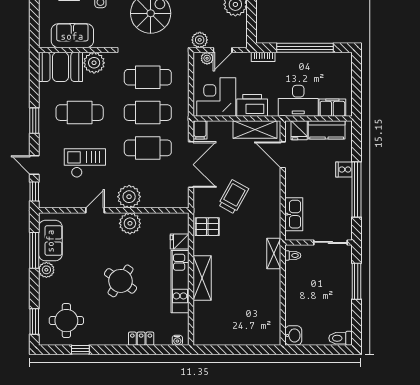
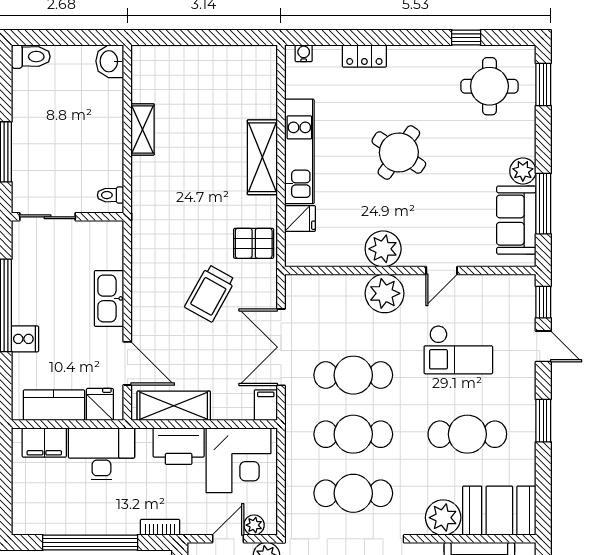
kitchen sink: (294, 214) -> (109, 298), moved
shelving: (274, 254) -> (143, 129), moved

